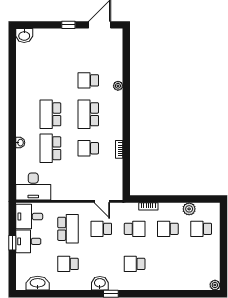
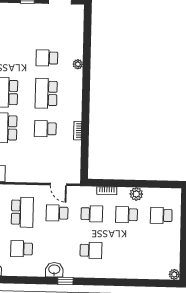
plant: (189, 209) -> (136, 194), moved
school desk: (135, 264) -> (91, 250), turned 180

